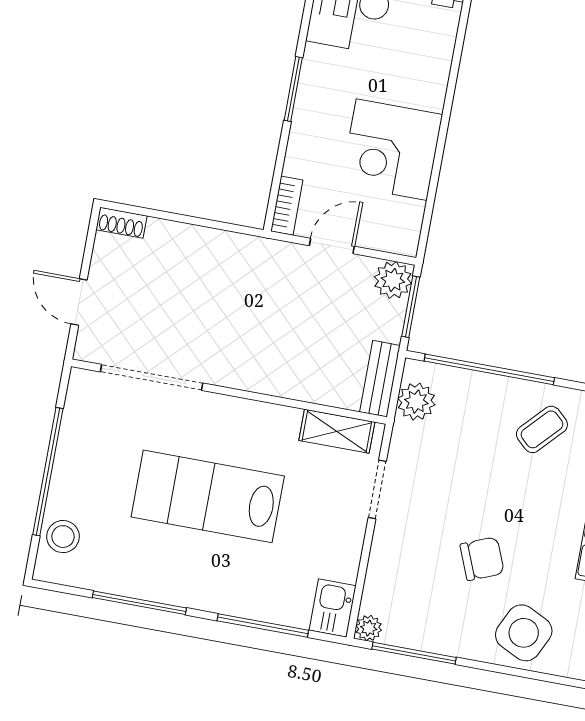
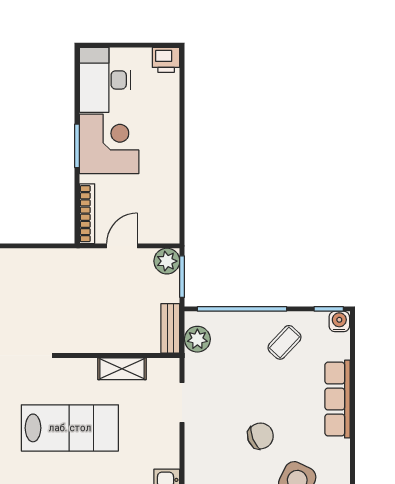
corner desk: (392, 150) -> (109, 144), moved, turned 180
bookcase: (287, 206) -> (87, 214), width x1.56
shelving: (337, 431) -> (122, 369), moved
lab bench: (208, 496) -> (70, 428), turned 180

